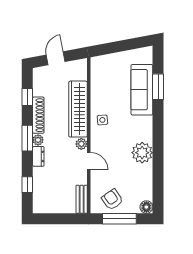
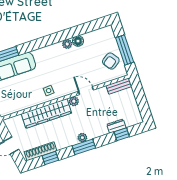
shoe rack: (38, 115) -> (41, 151), moved
plant: (142, 153) -> (67, 44), width x0.53, depth x0.53
dresser: (38, 156) -> (116, 126), moved
door: (89, 161) -> (86, 91), hinge flipped
floor lamp: (146, 207) -> (78, 41), moved

